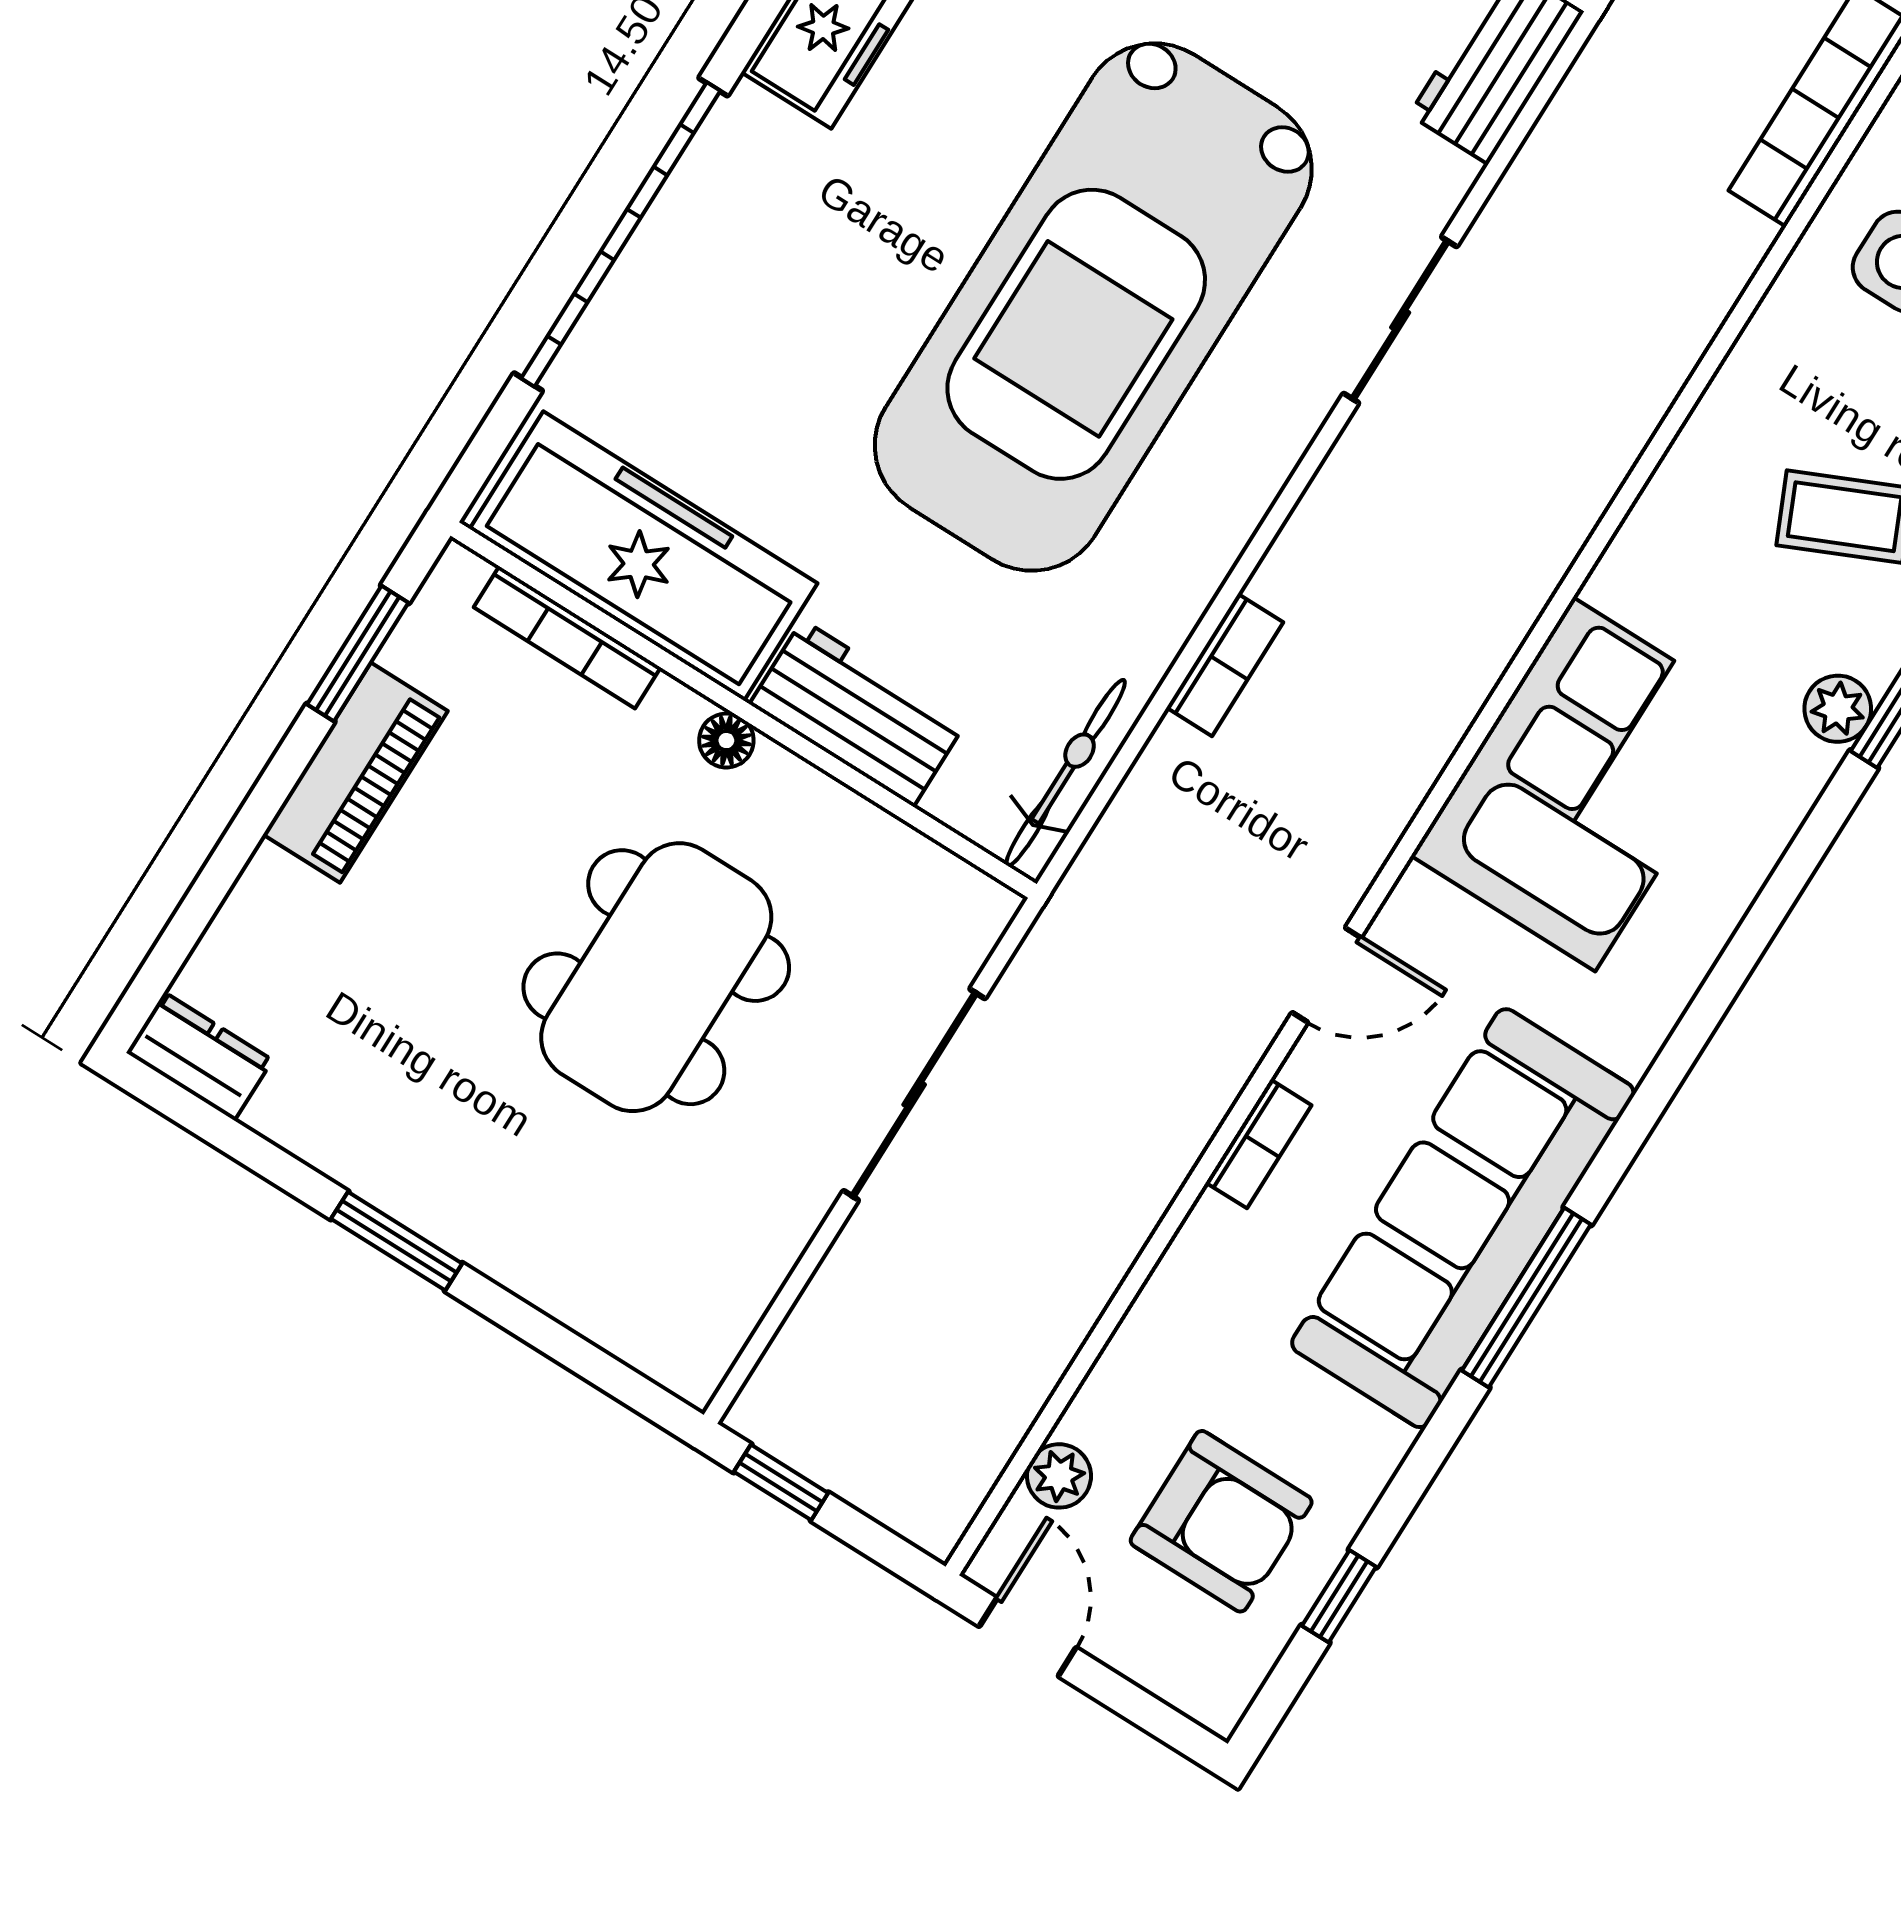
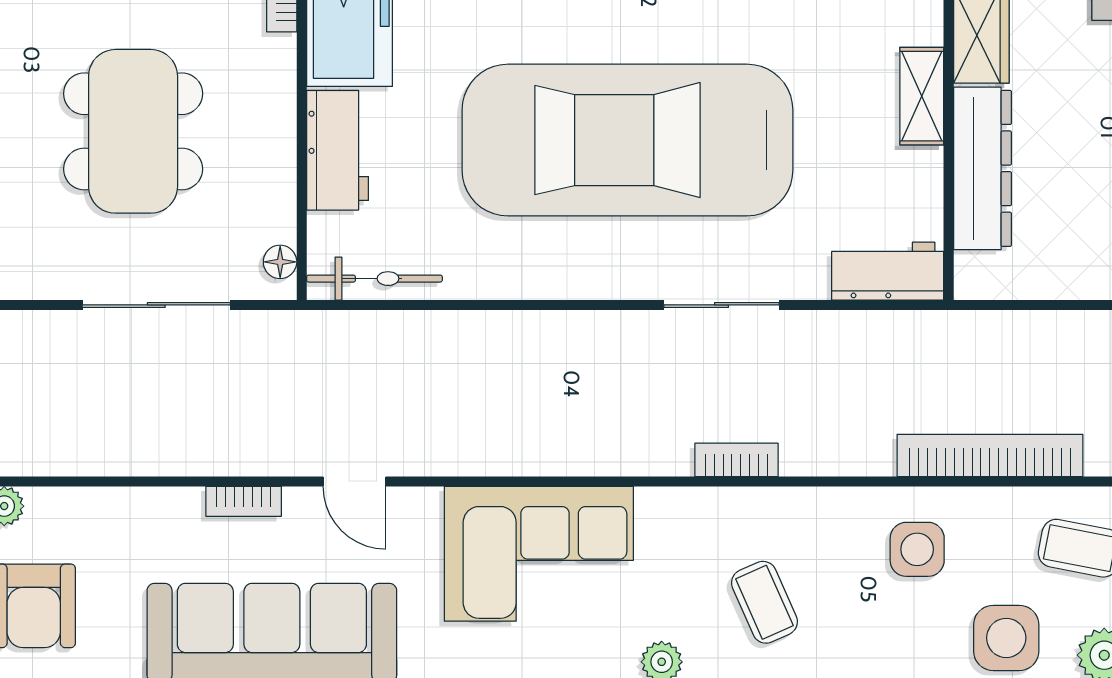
bookcase: (1225, 665) -> (736, 460), moved, turned 180
floor lamp: (726, 741) -> (280, 262), moved
dining table: (656, 977) -> (133, 131), turned 90

